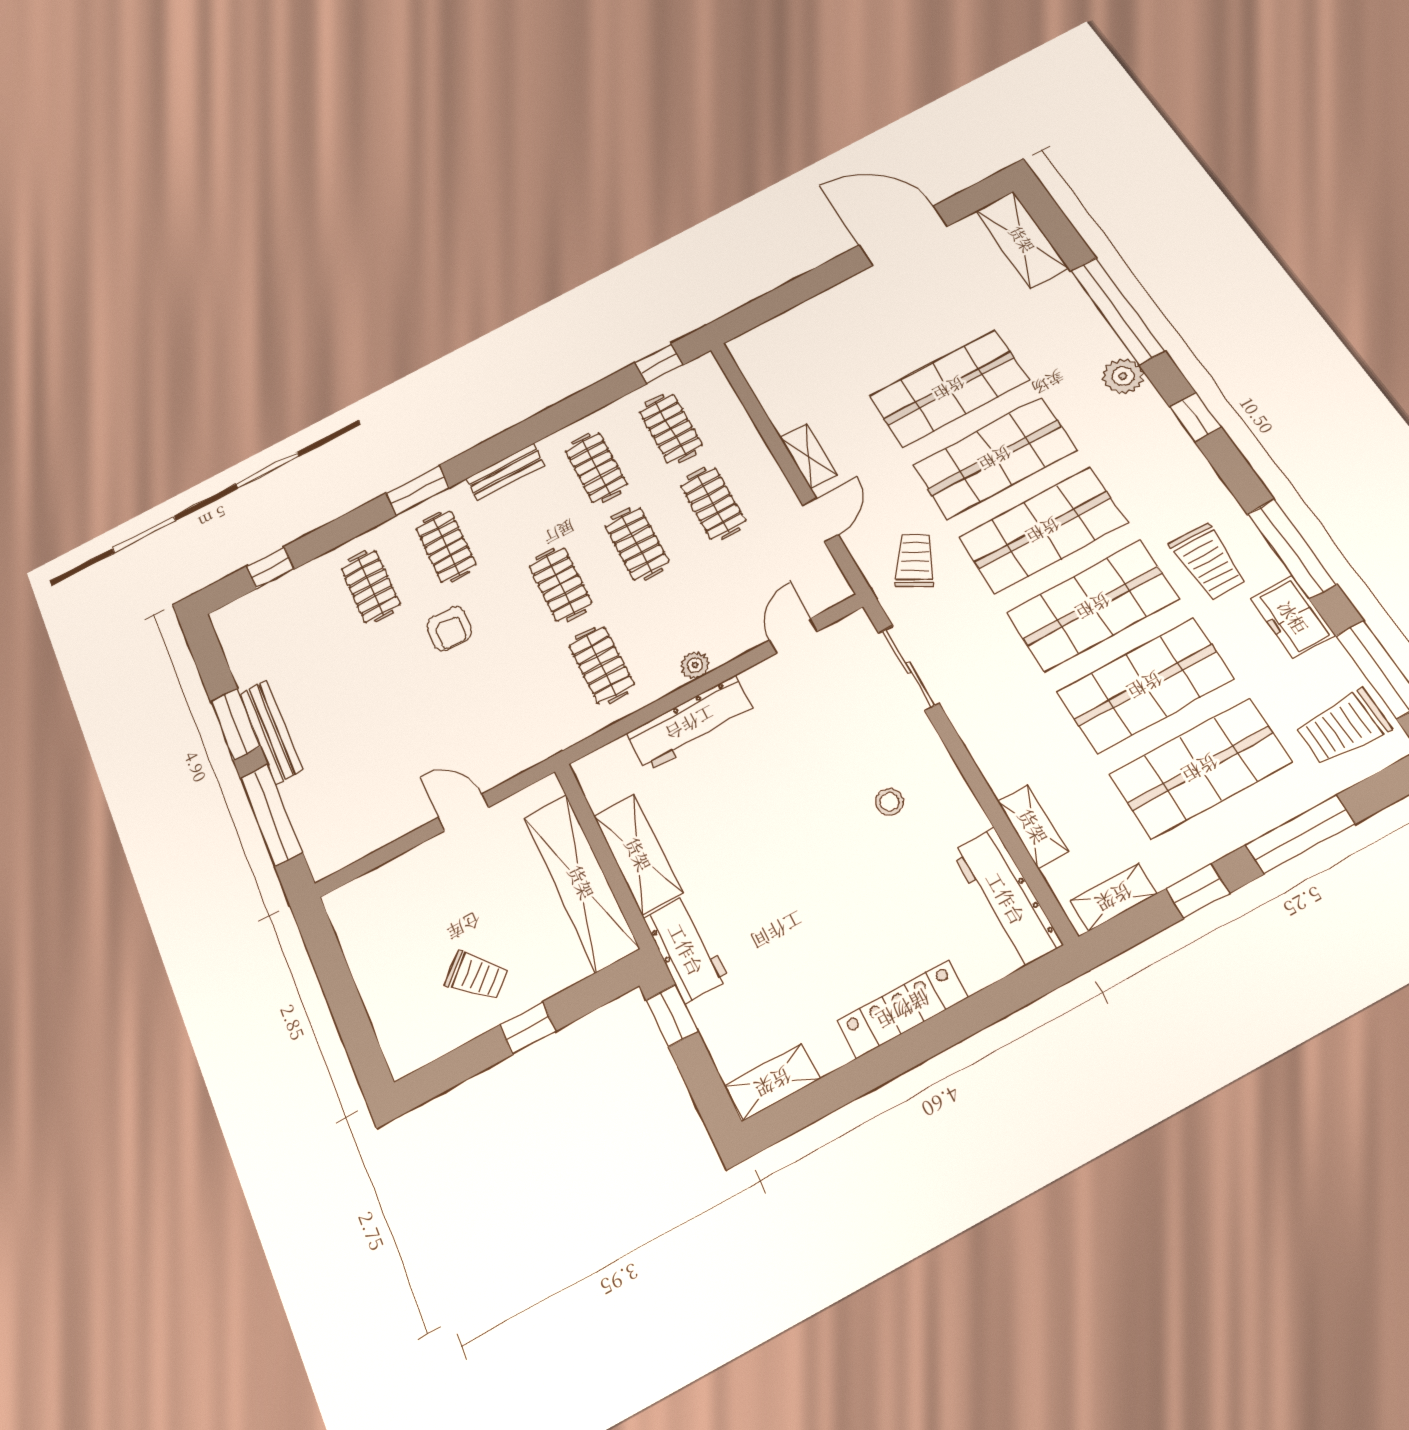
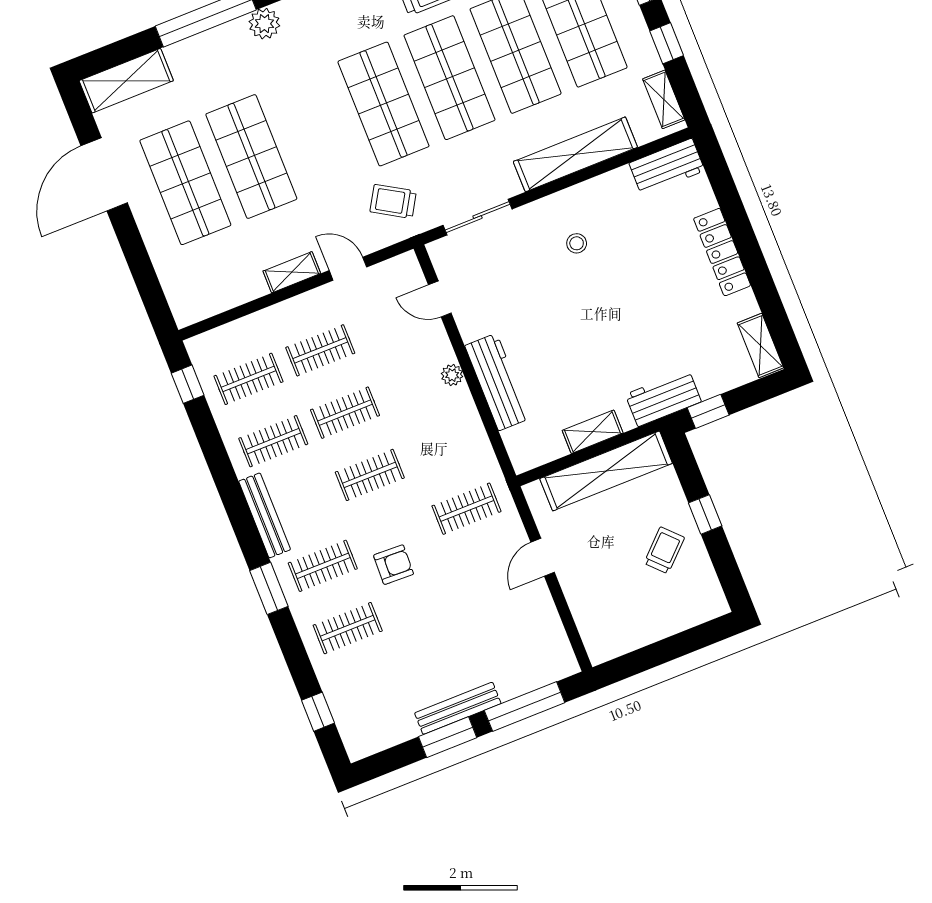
shop shelf: (995, 458) -> (185, 183), moved
bench: (505, 472) -> (265, 515), width x1.36
clothes rail: (601, 665) -> (466, 509), moved
shelving: (1033, 826) -> (575, 154), width x2.20, depth x1.33
shelving: (638, 854) -> (593, 432), width x0.67, depth x0.75
workbench: (1006, 898) -> (667, 167), width x0.73

